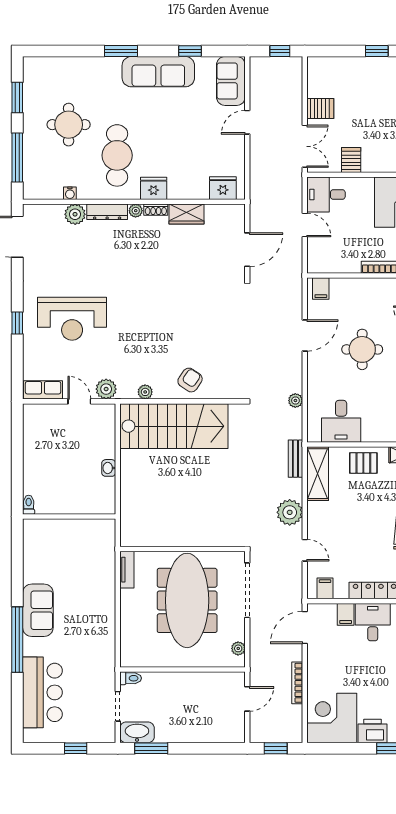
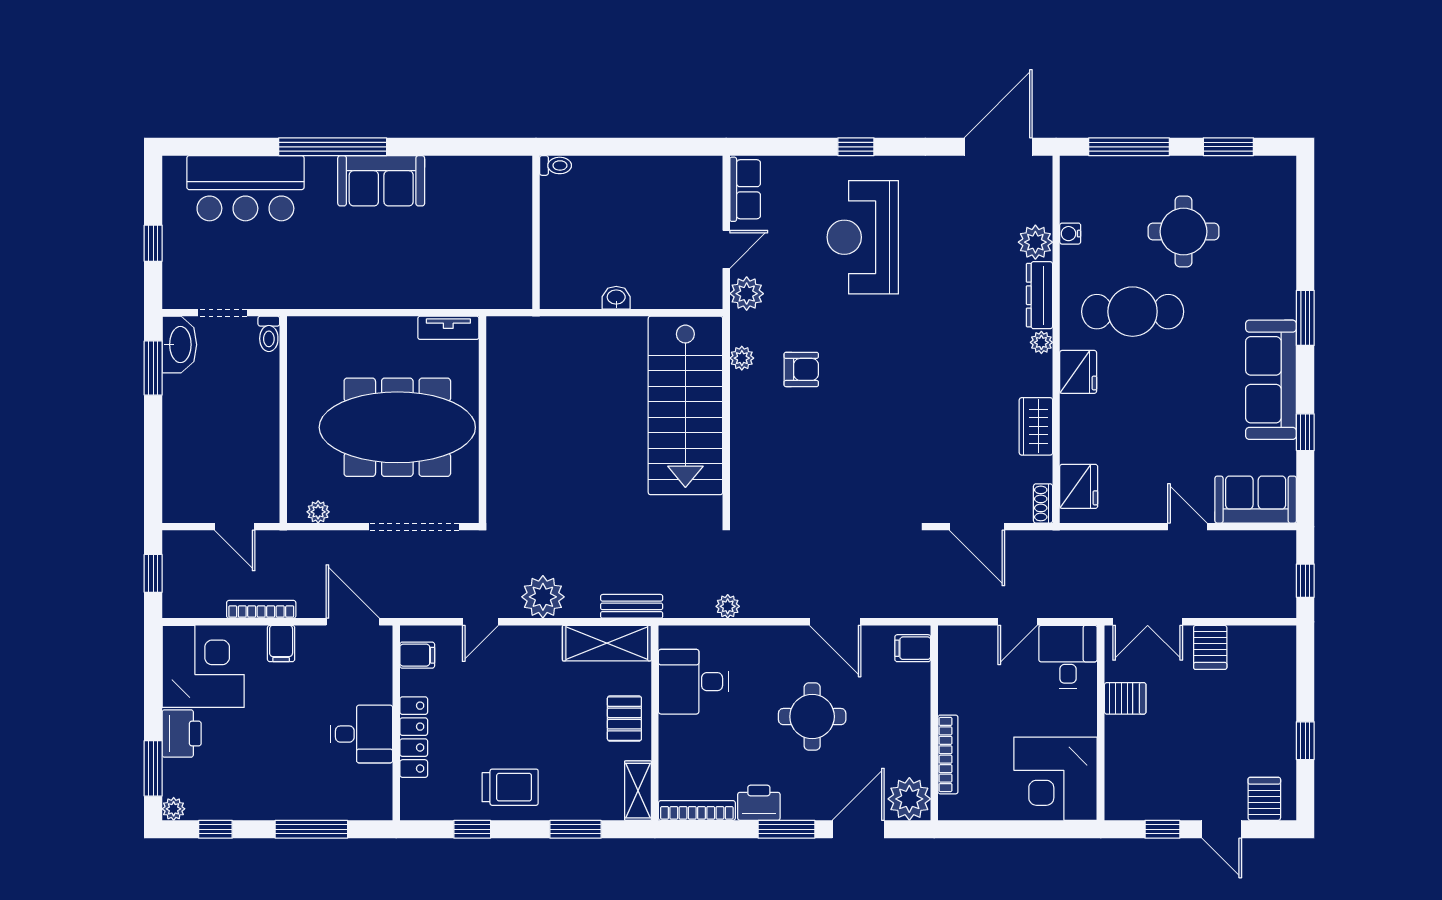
shoe rack: (156, 210) -> (1043, 503), moved
armchair: (190, 380) -> (801, 369), moved, turned -34
filing cabinet: (346, 614) -> (281, 643), moved, turned -90

